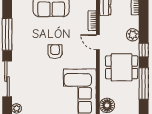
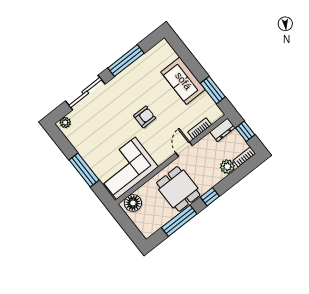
plant: (133, 35) -> (227, 167), moved

